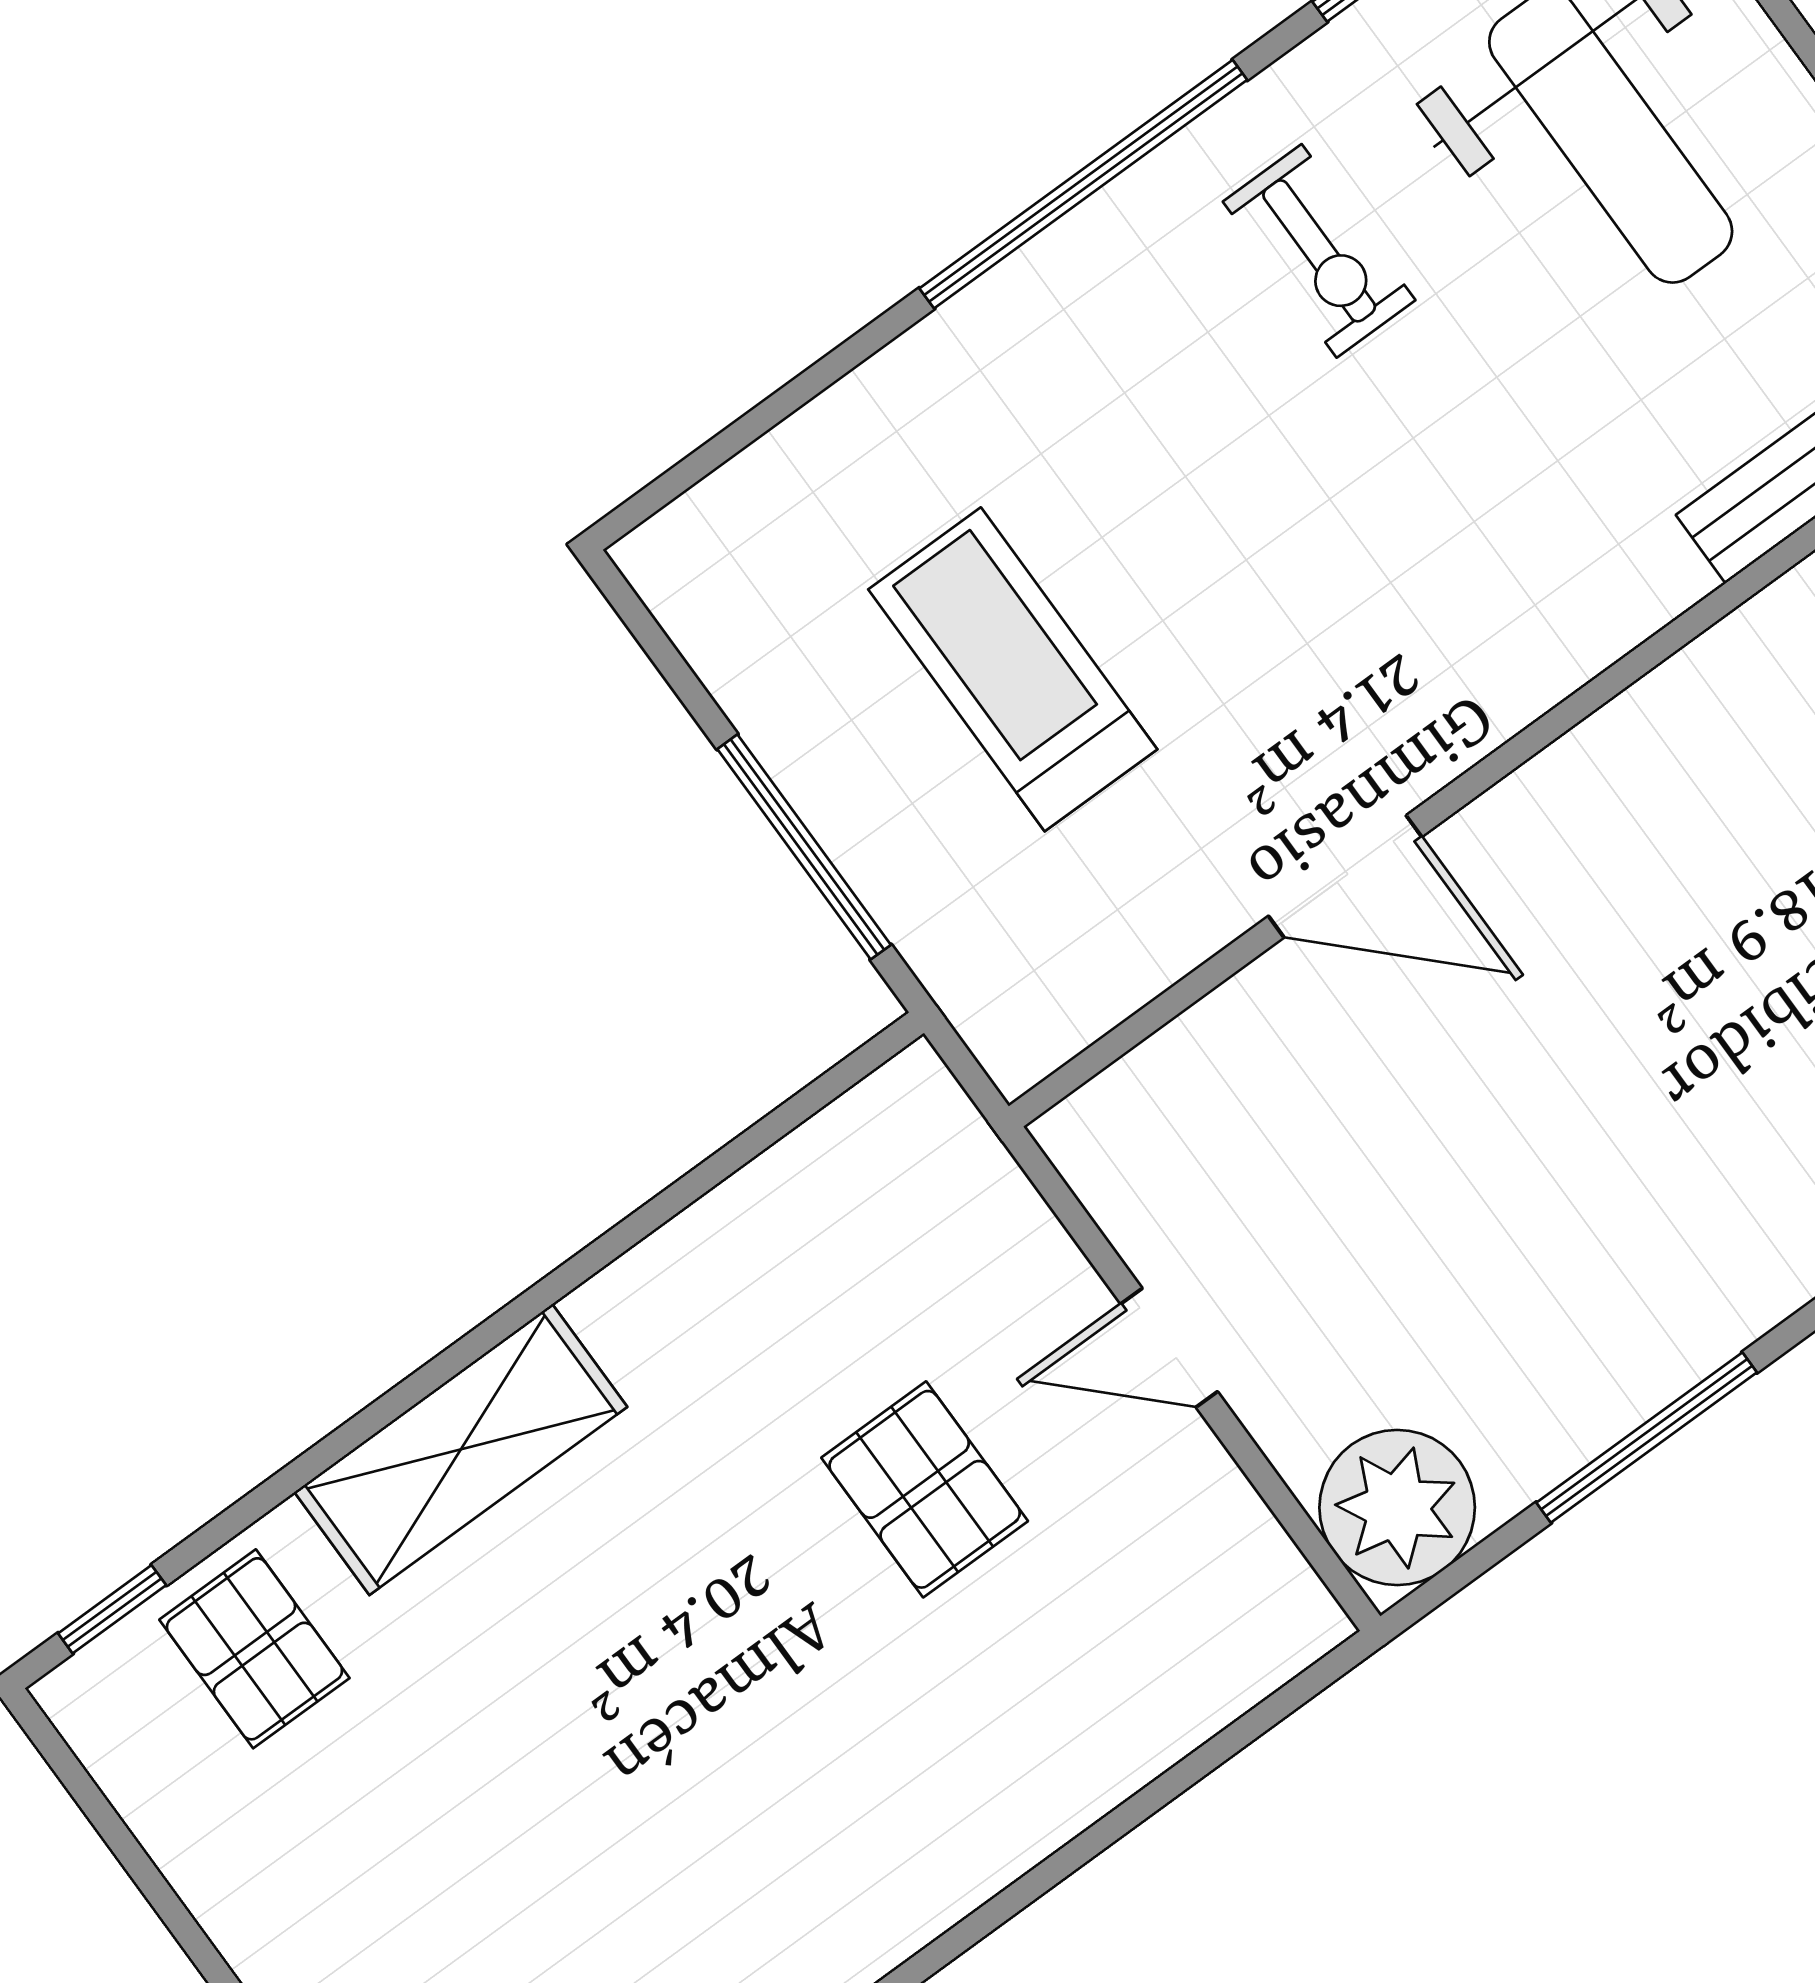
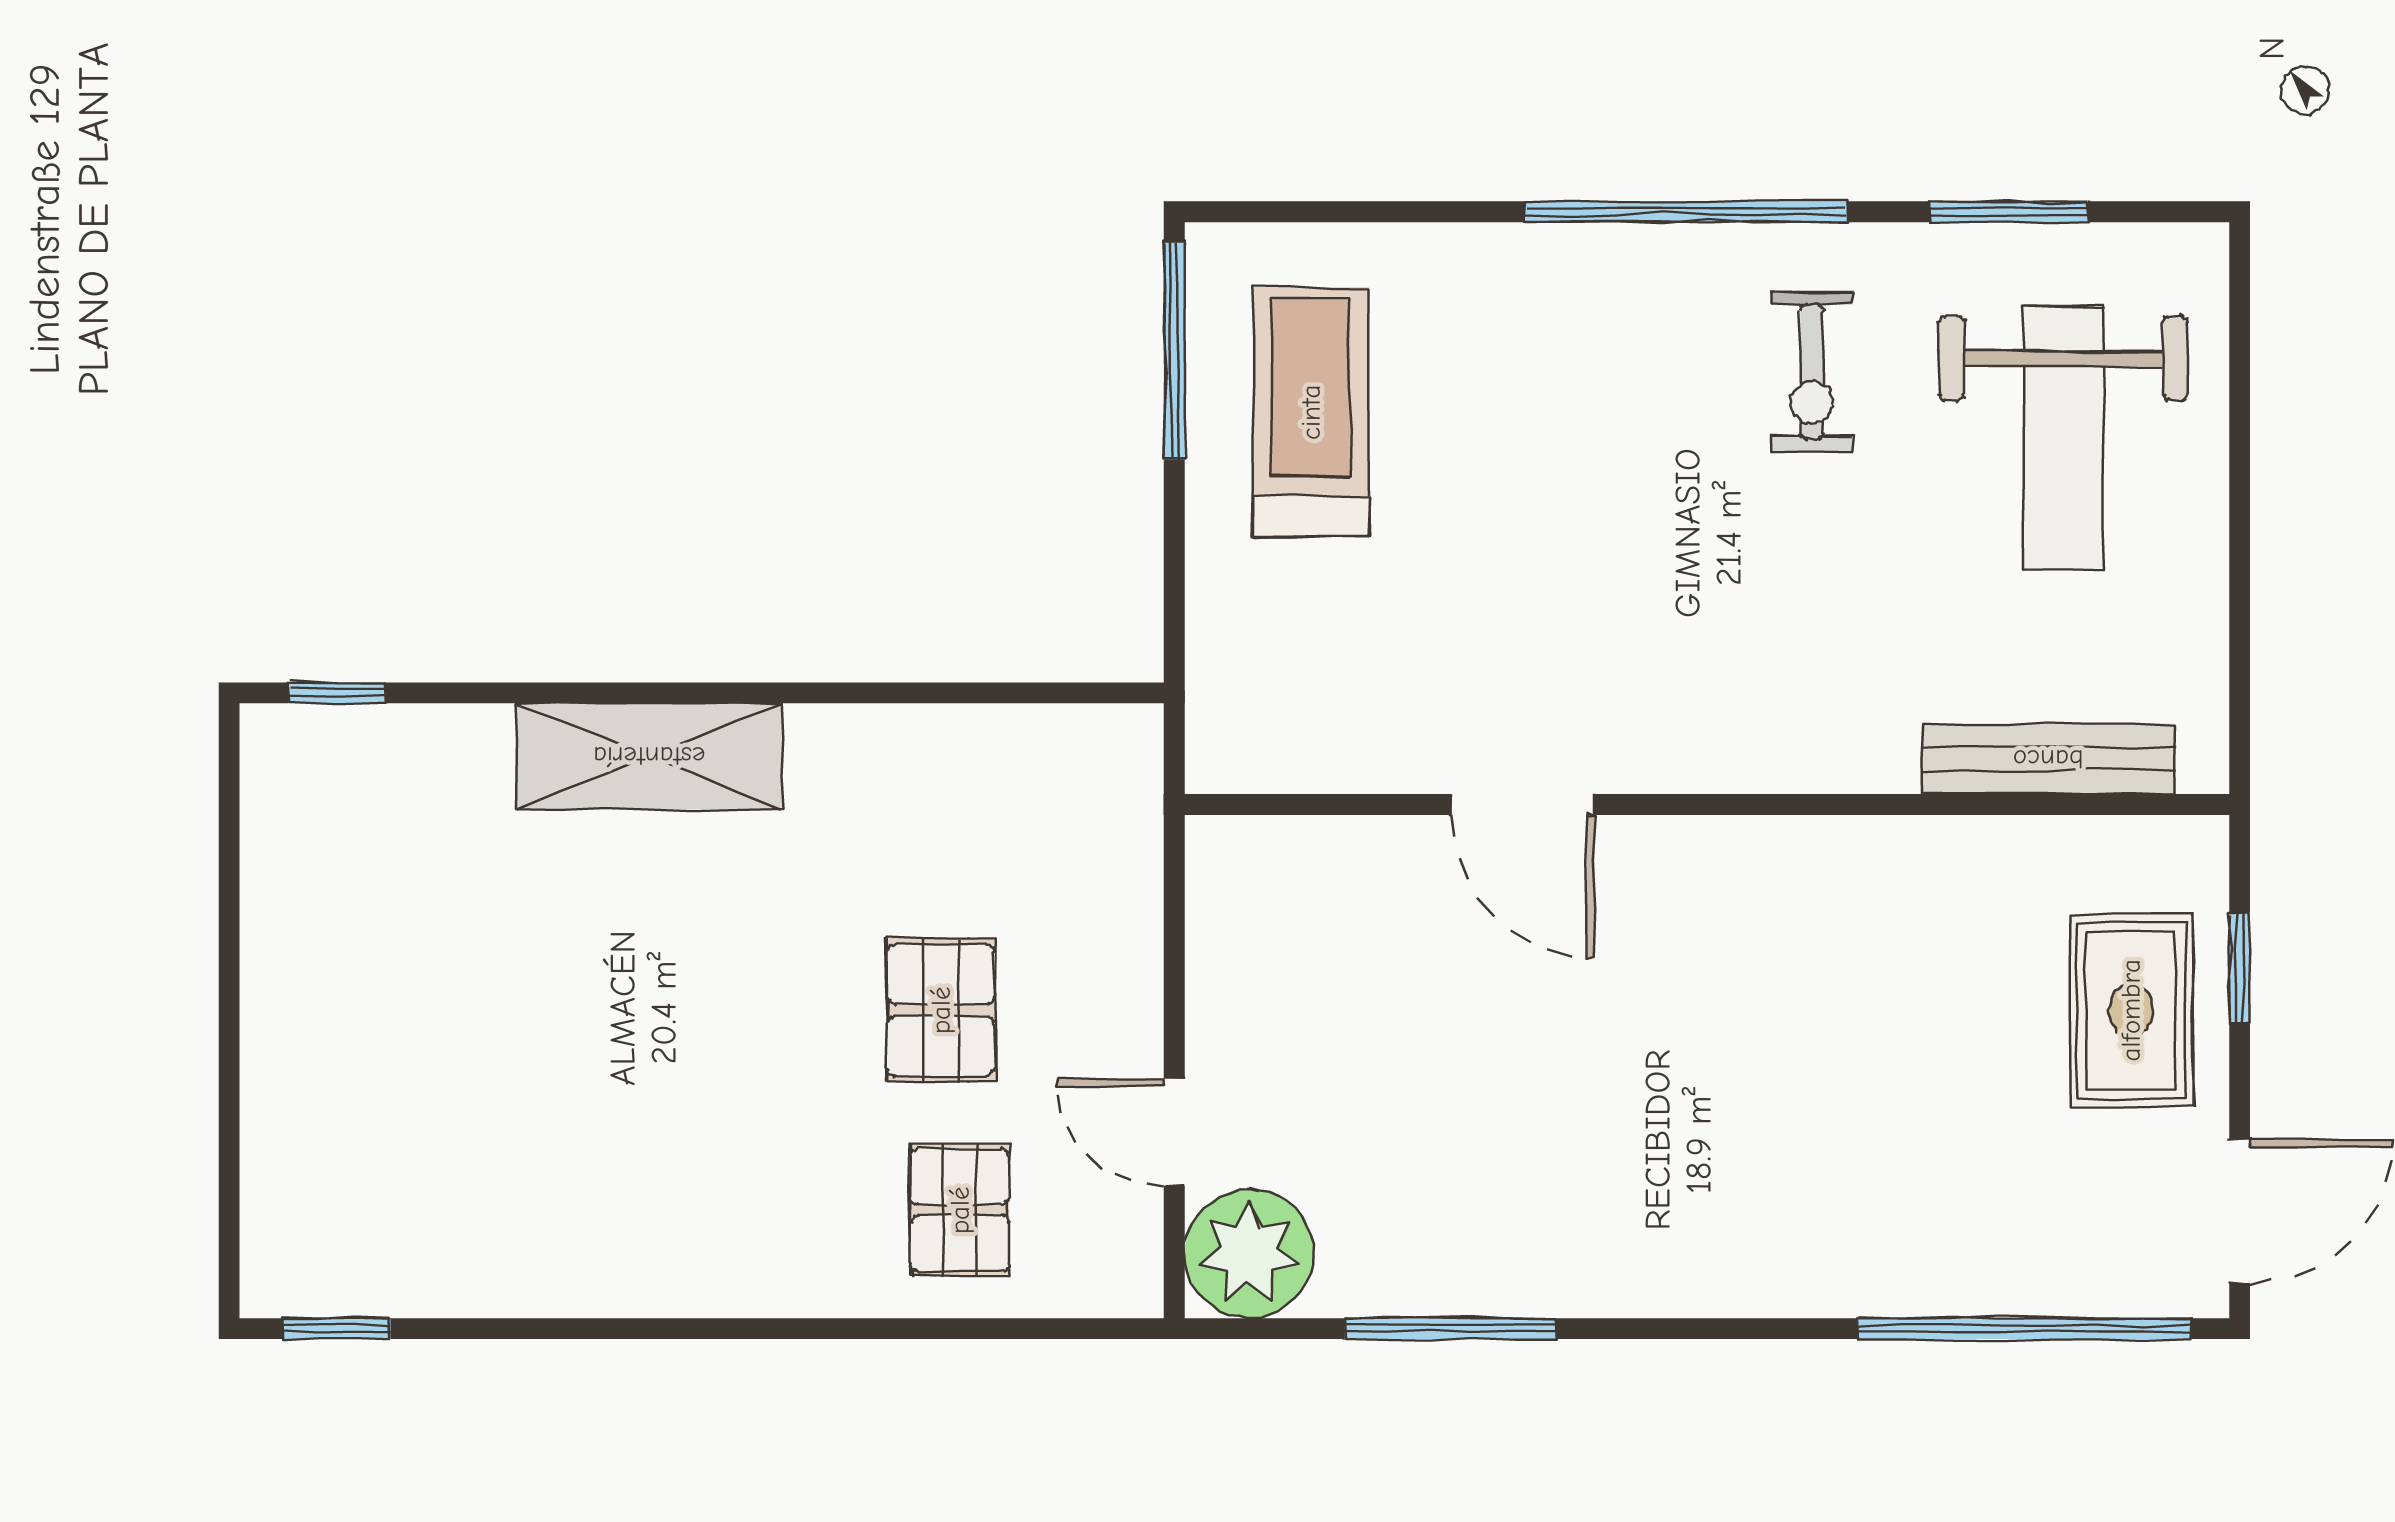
treadmill: (1013, 669) -> (1311, 412), moved
window: (804, 847) -> (1174, 351), moved
door: (1169, 1348) -> (1174, 1132), moved
pallet: (254, 1649) -> (960, 1210), moved

